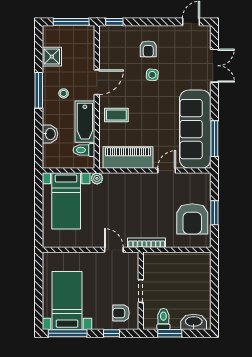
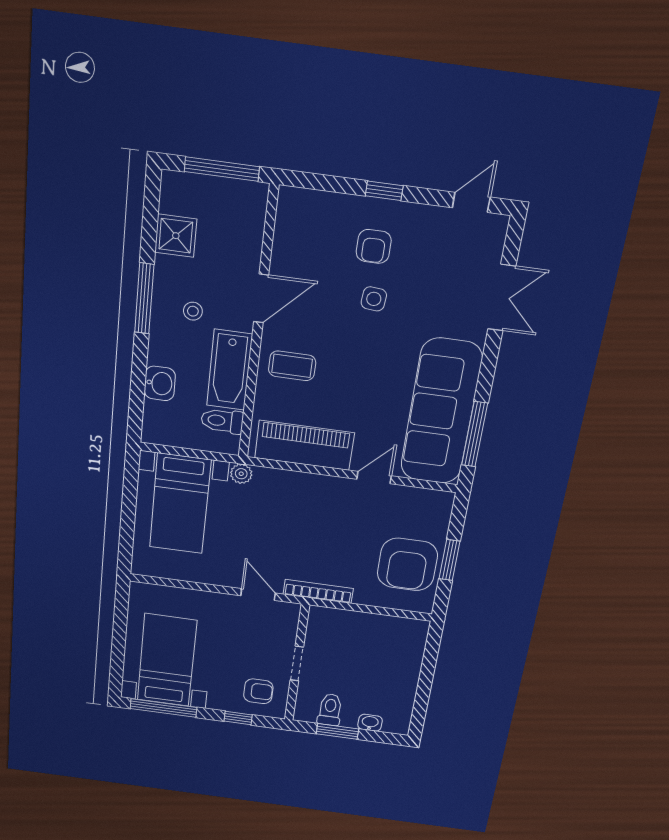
window: (114, 22) -> (384, 191), moved
armchair: (121, 313) -> (258, 691), turned 180
washbasin: (194, 322) -> (370, 723), width x0.52, depth x0.69

